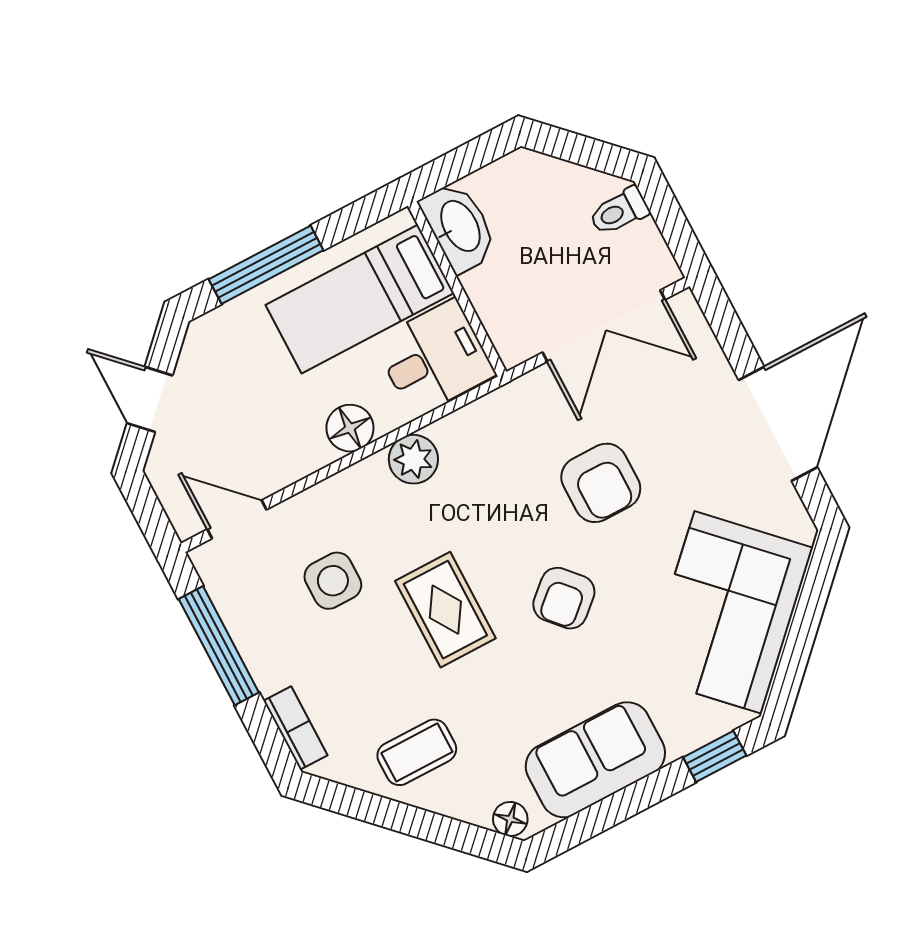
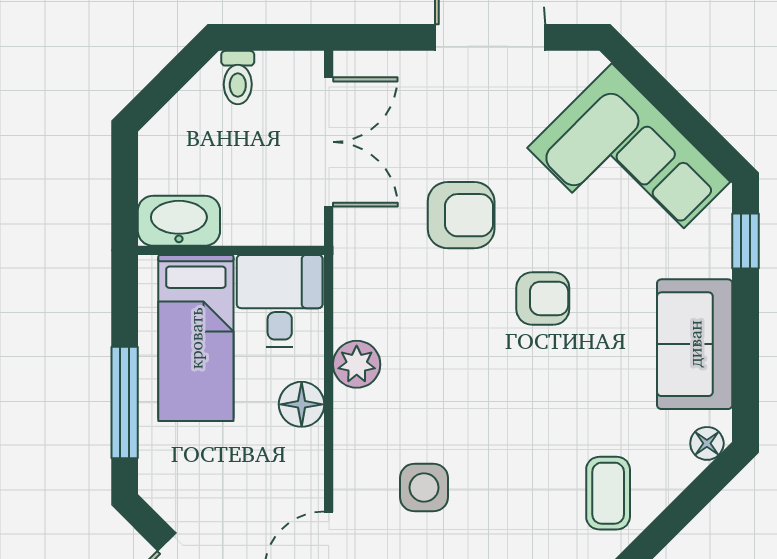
armchair: (564, 598) -> (543, 298), turned -48
rug: (445, 610) -> (499, 405), removed

